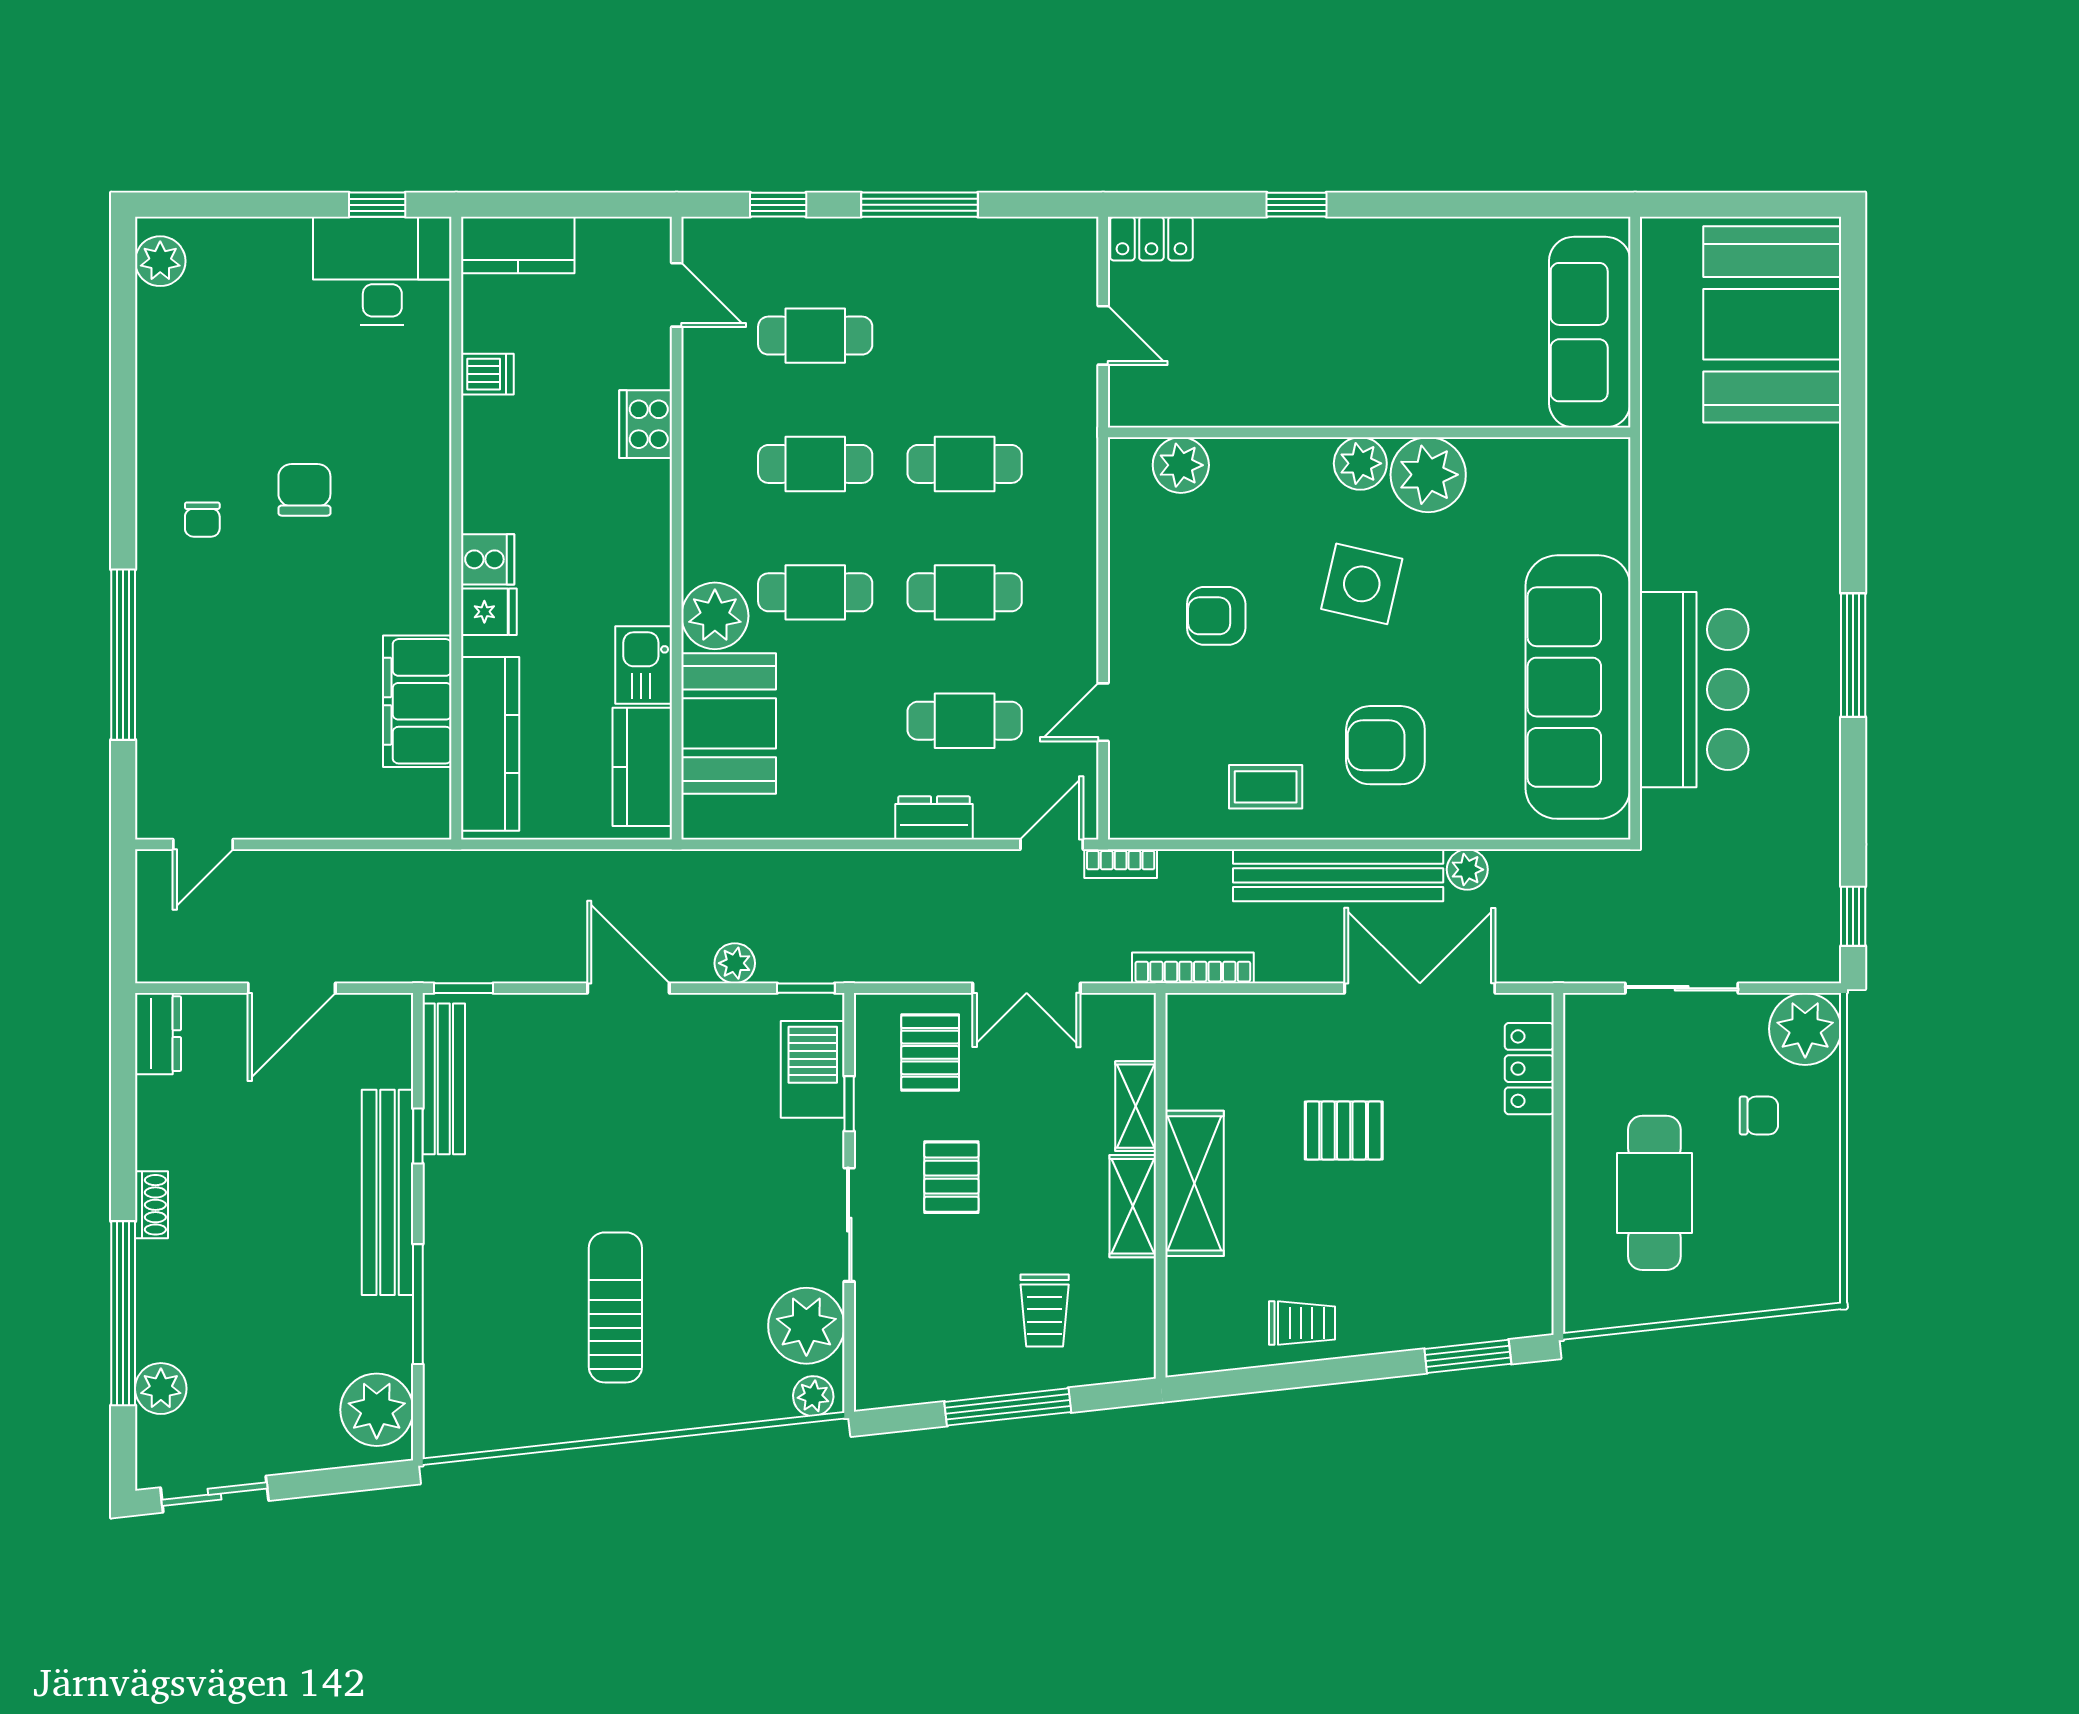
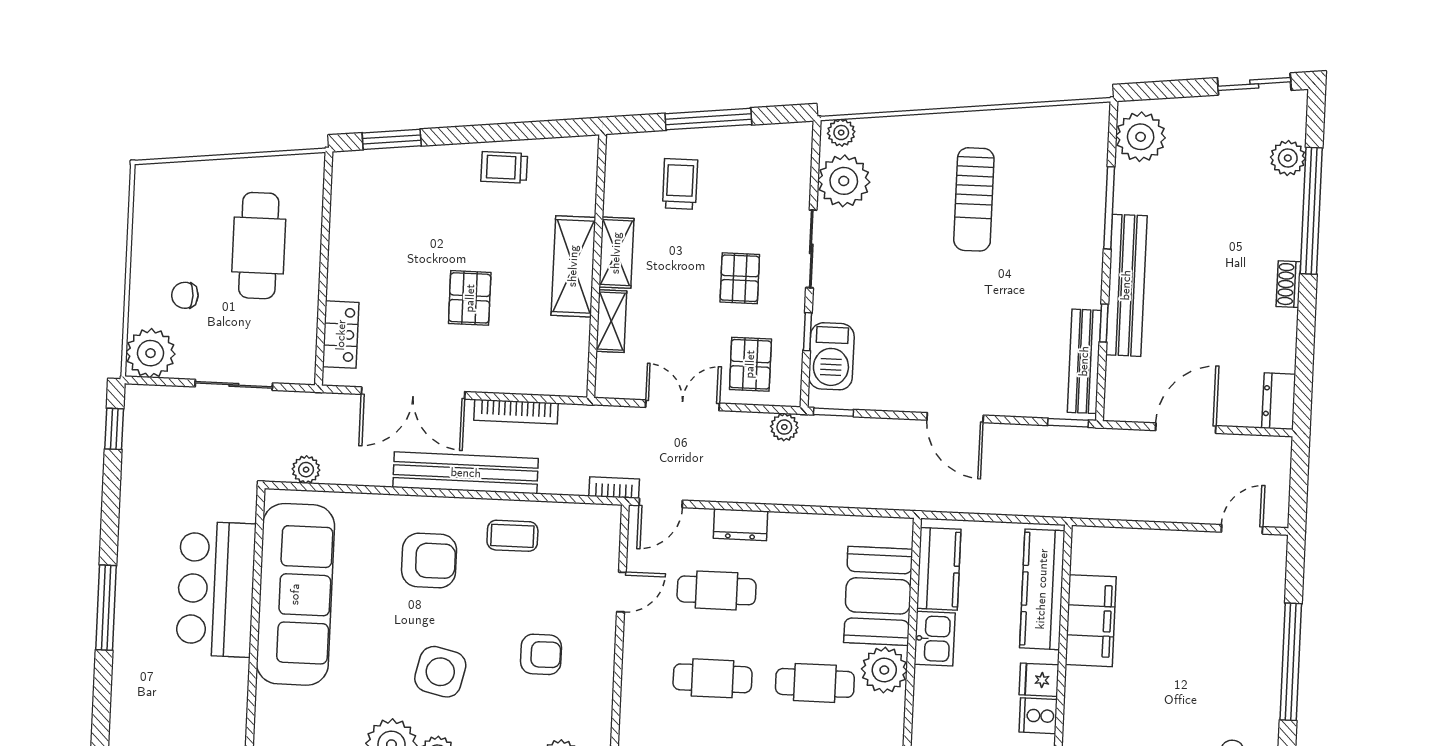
plant: (1467, 870) -> (306, 470), moved
plant: (735, 963) -> (784, 427), moved
bookcase: (1193, 968) -> (516, 412), moved
pallet: (1344, 1131) -> (470, 298), turned 90

